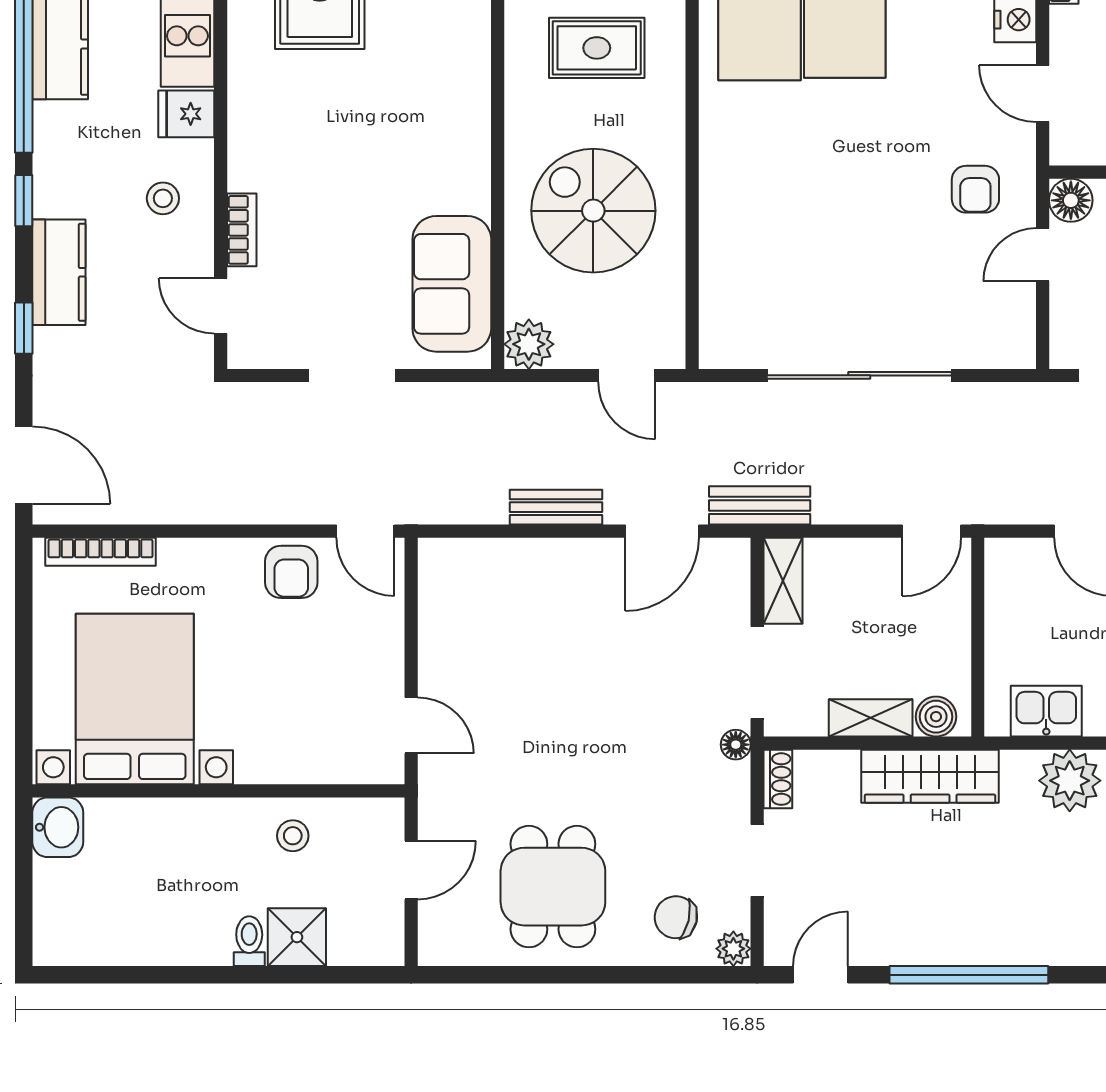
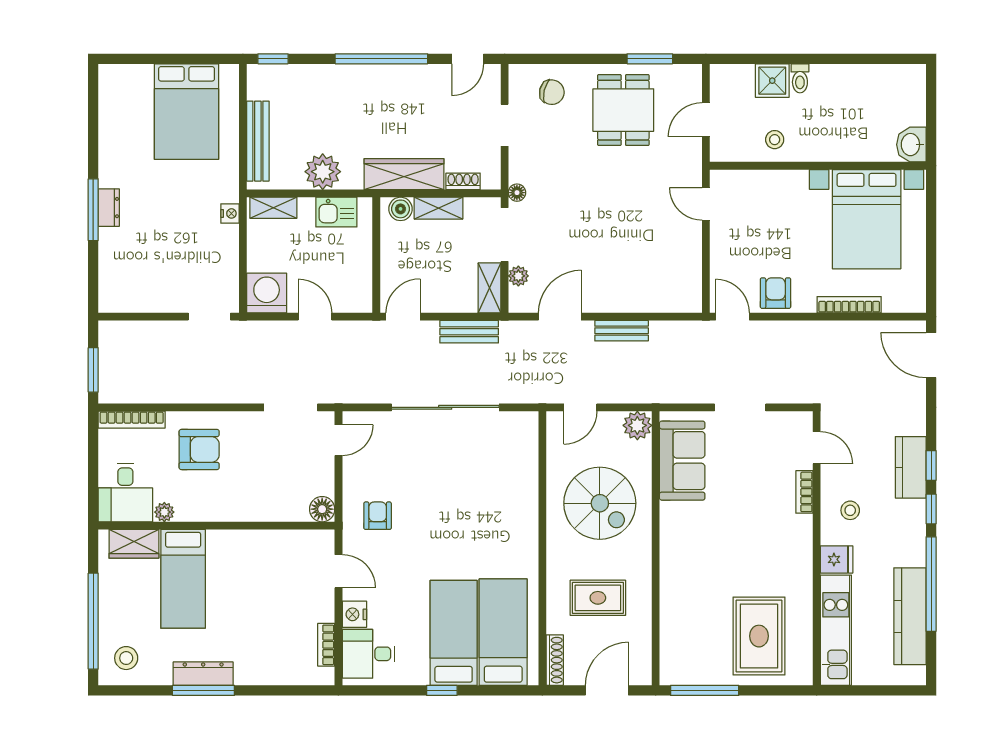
door: (1043, 255) -> (338, 440), moved
window: (24, 328) -> (931, 465), moved
door: (627, 375) -> (580, 407), swing flipped
bench: (760, 505) -> (469, 332), moved
bookcase: (100, 552) -> (849, 305), moved
shoe rack: (778, 779) -> (463, 181), moved, turned 90
plant: (733, 949) -> (518, 276), moved
window: (507, 975) -> (650, 59), added

